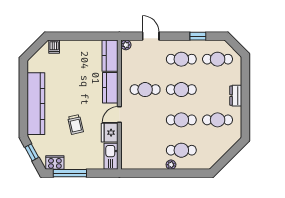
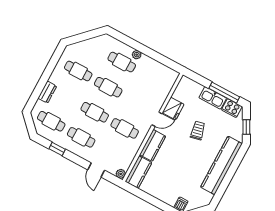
dresser: (236, 96) -> (47, 92), moved
kitchen sink: (111, 156) -> (213, 98), moved, turned 90

